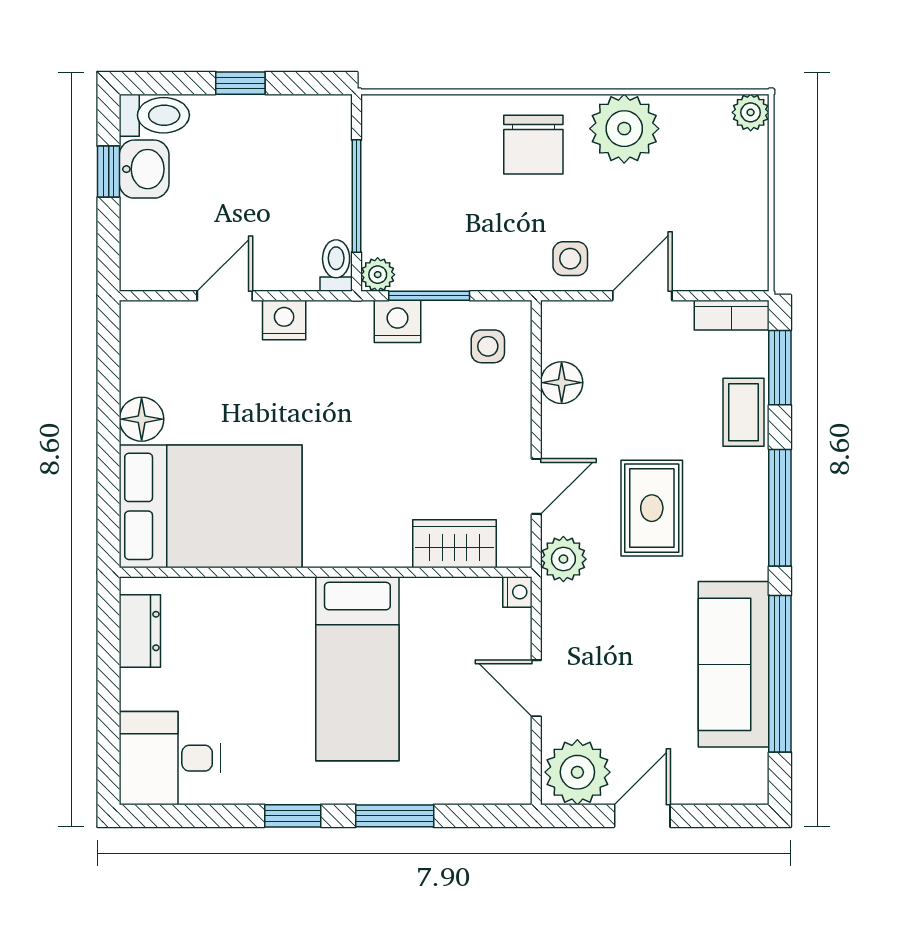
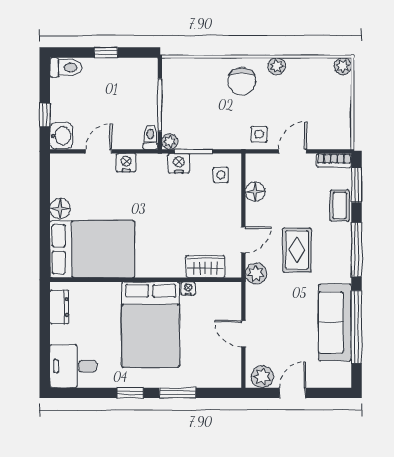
plant: (624, 129) -> (277, 66), width x0.53, depth x0.53
washbasin: (144, 169) -> (61, 136), moved
window: (109, 172) -> (45, 115), moved
nightstand: (517, 592) -> (188, 289), moved, turned -90
bed: (357, 669) -> (151, 325), width x1.50
plant: (577, 772) -> (262, 377), width x0.73, depth x0.73

